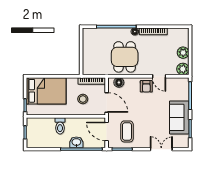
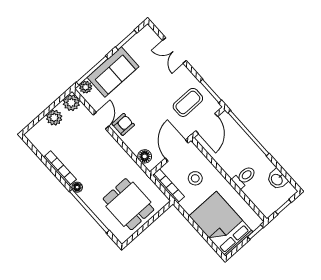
dining table: (125, 57) -> (128, 204), moved, turned 90
plant: (184, 84) -> (86, 87), added
sofa: (179, 117) -> (113, 72), moved
washbasin: (76, 142) -> (277, 179), moved

